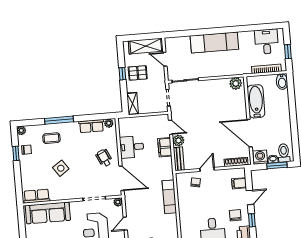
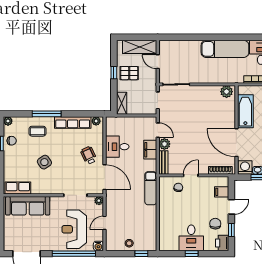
exam couch: (214, 43) -> (225, 49), moved
row of seats: (91, 126) -> (73, 122), width x1.48
exam couch: (169, 197) -> (151, 188), moved

